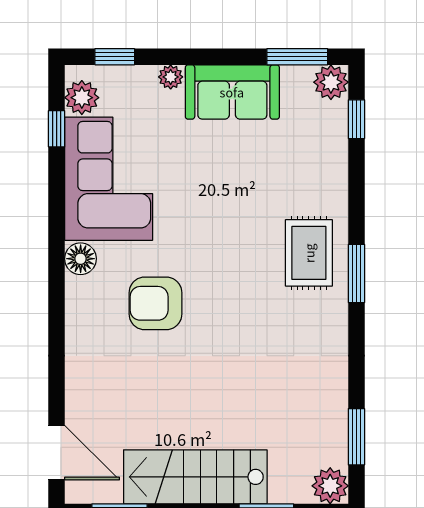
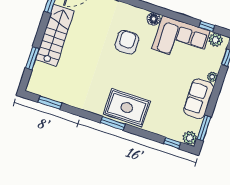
rug: (309, 253) -> (127, 108), width x1.36, depth x1.43
plant: (330, 486) -> (34, 86), removed

